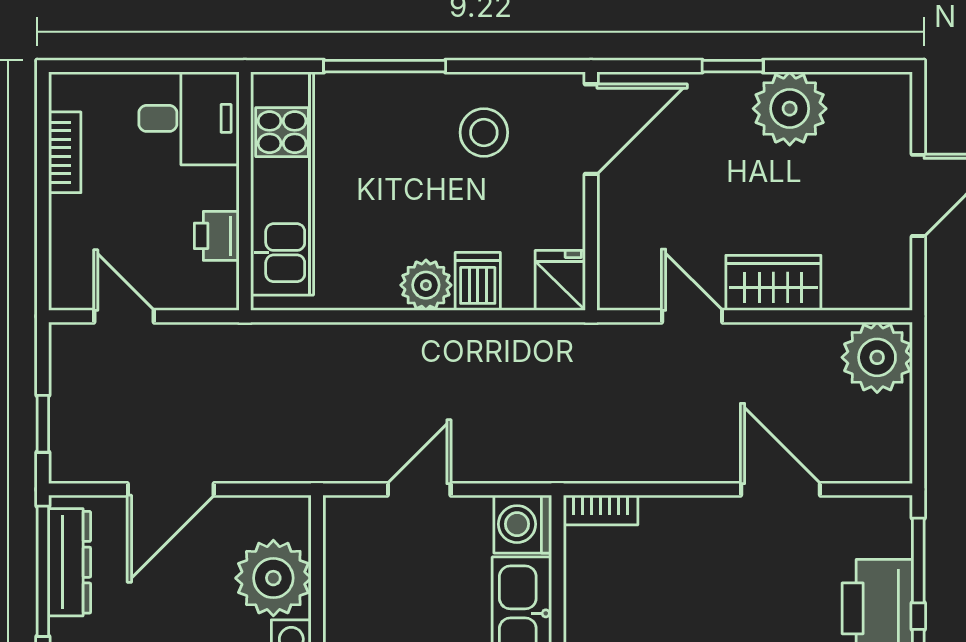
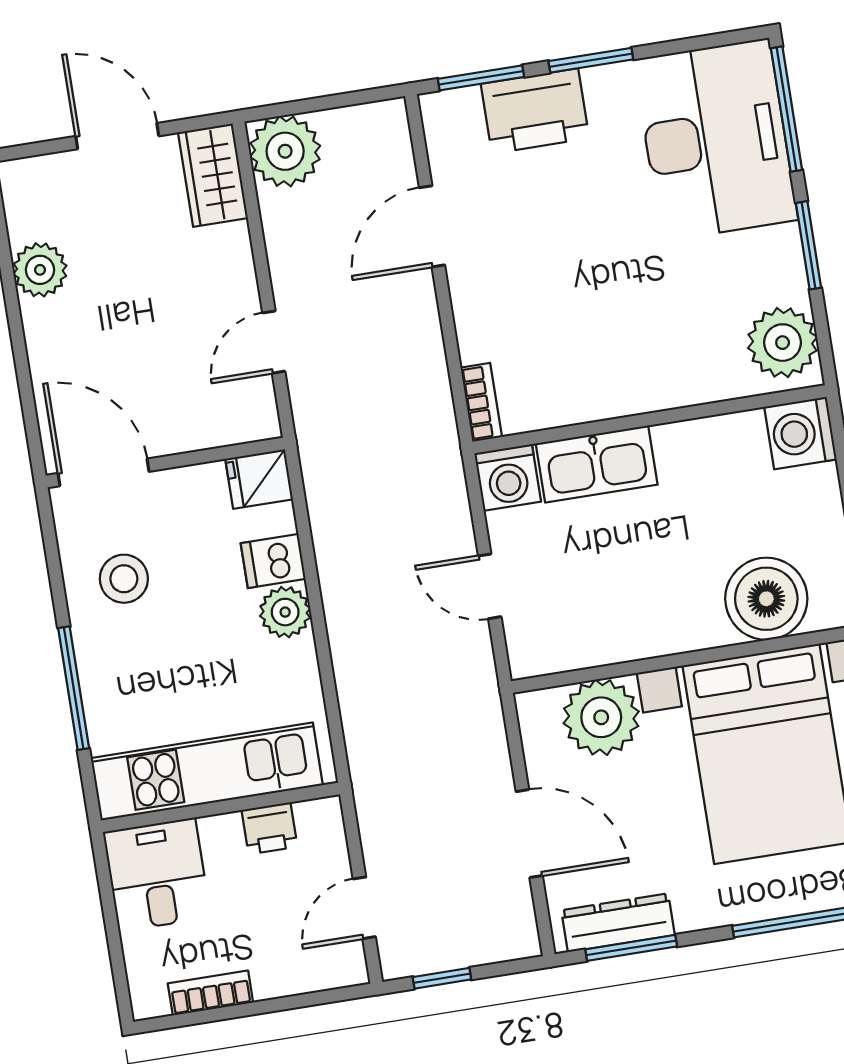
window: (733, 66) -> (18, 342), removed
plant: (790, 109) -> (40, 270), width x0.73, depth x0.73
wardrobe: (773, 283) -> (213, 175), moved
window: (43, 424) -> (442, 978), moved
window: (43, 571) -> (631, 948), width x0.69

